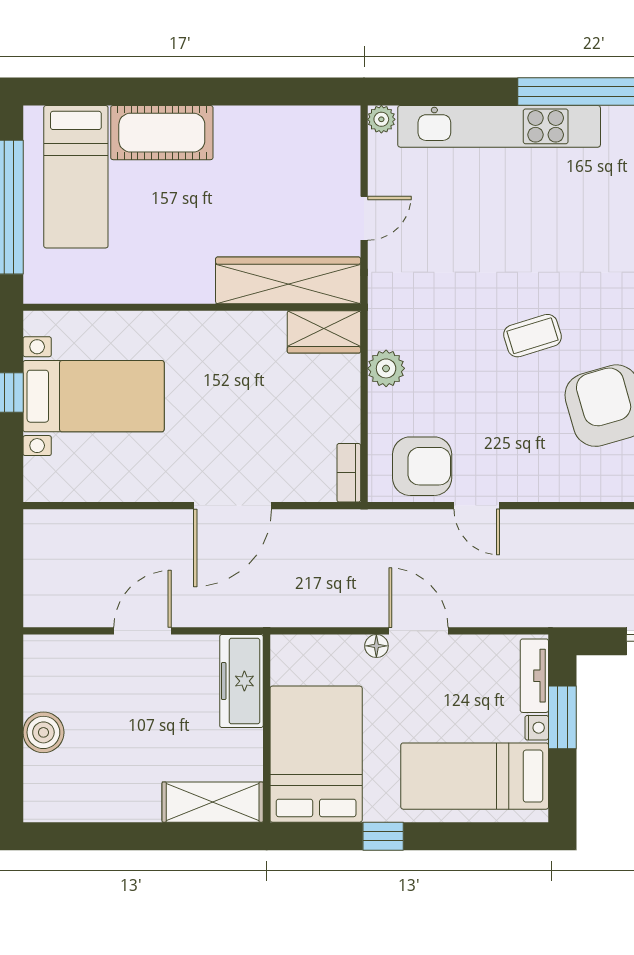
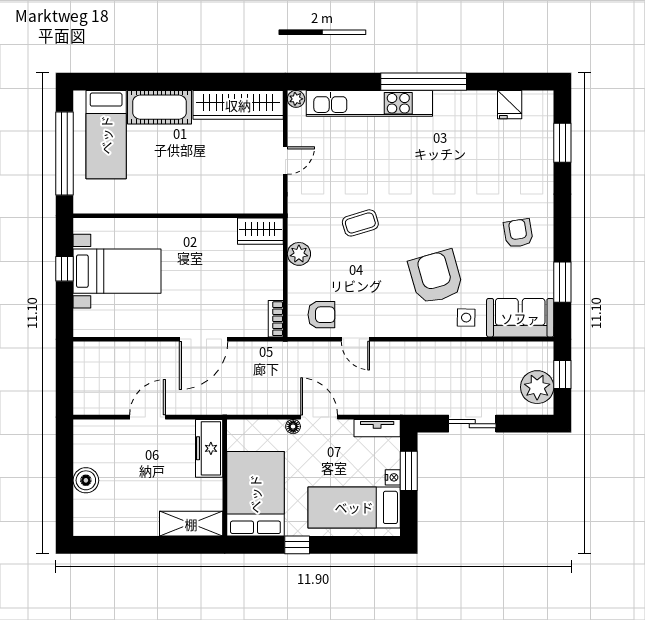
wardrobe: (288, 280) -> (238, 105), moved, turned 180
coffee table: (533, 336) -> (360, 223), moved
armchair: (422, 466) -> (321, 315), width x0.72, depth x0.72
tv unit: (534, 676) -> (377, 428), moved, turned -90

